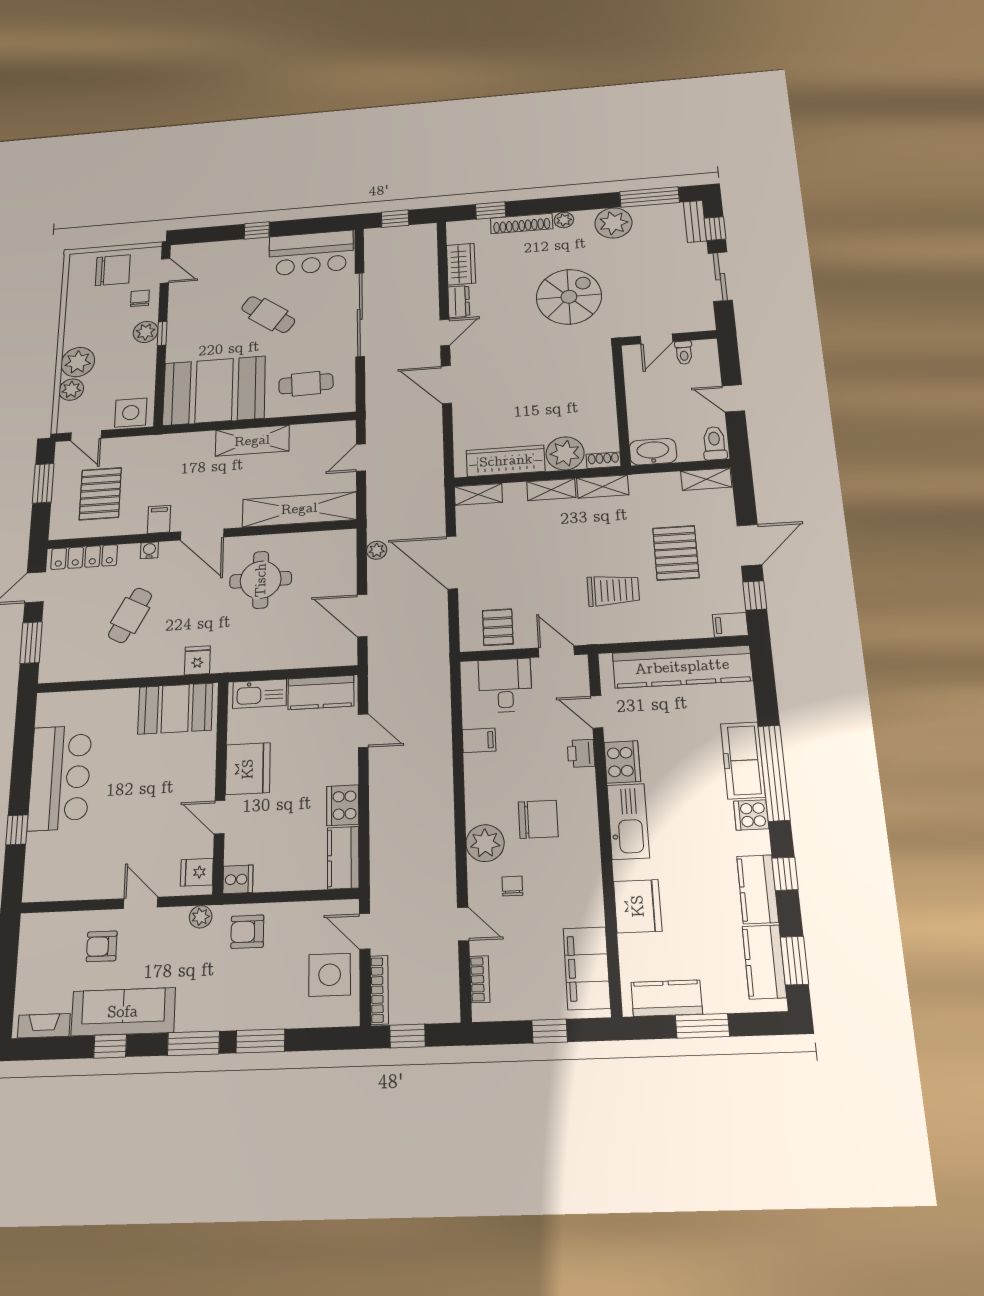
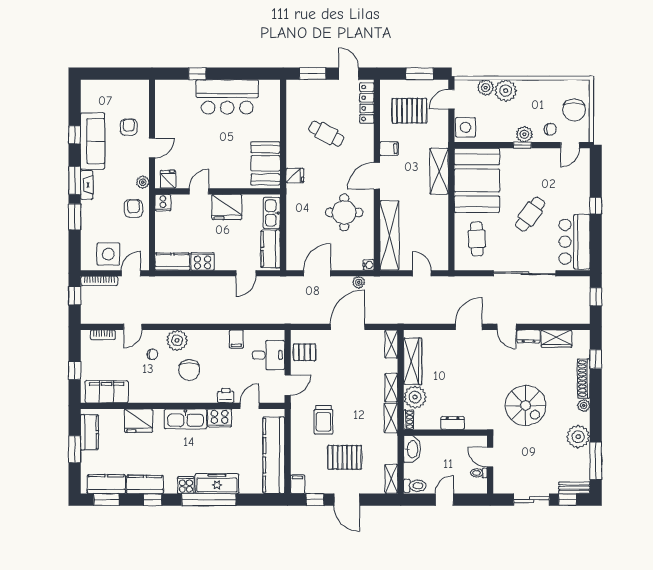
dresser: (605, 396) -> (453, 423), added
shelving: (252, 441) -> (439, 171), moved
water cooler: (149, 550) -> (369, 265), moved
fireplace: (44, 1026) -> (87, 185), moved

